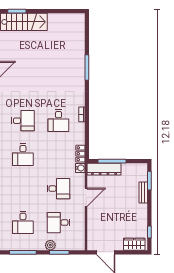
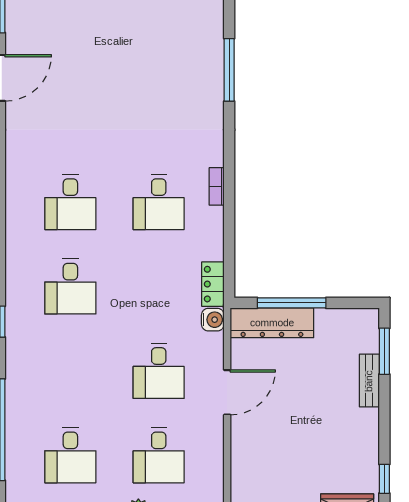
desk: (23, 121) -> (70, 202), turned 90
desk: (58, 189) -> (159, 371), turned 90
desk: (58, 223) -> (159, 455), turned -90

